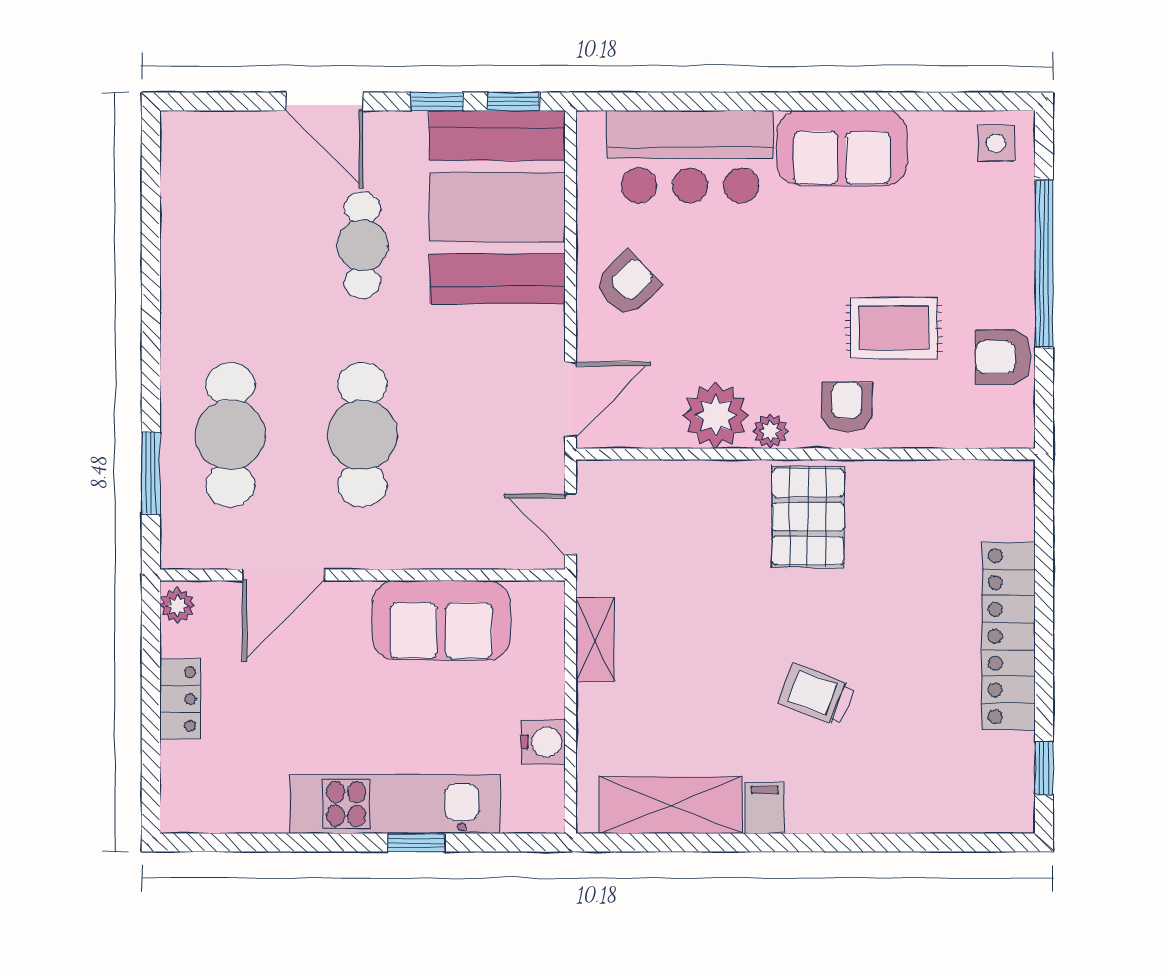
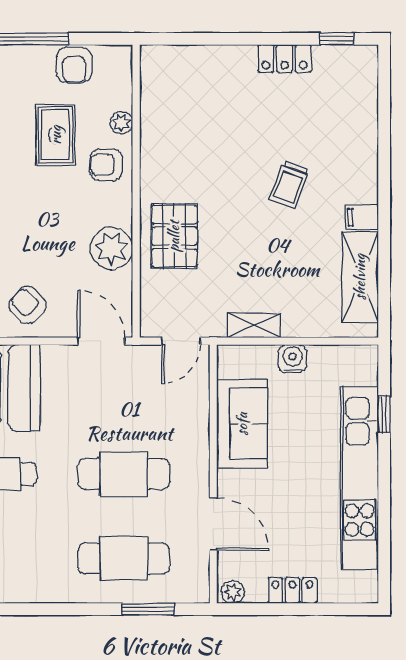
plant: (770, 431) -> (121, 123), moved
pallet: (808, 517) -> (174, 236), moved, turned 90
locker: (1008, 636) -> (285, 59), width x0.46, depth x0.83
water cooler: (543, 742) -> (293, 359), moved
kitchen unit: (395, 804) -> (359, 478), width x1.36
window: (416, 843) -> (384, 414), moved

